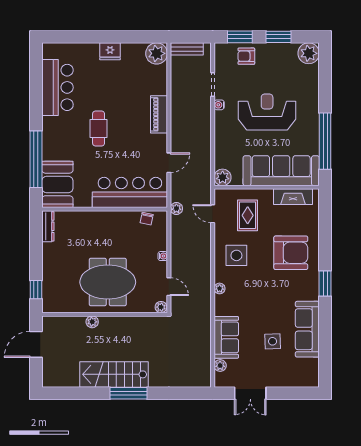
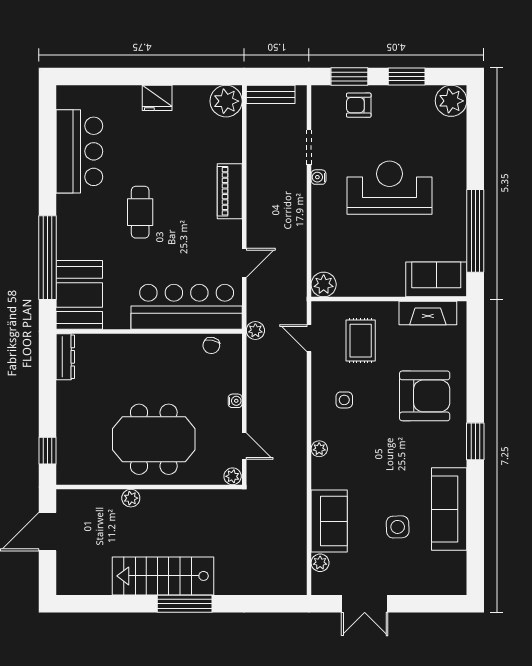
sofa: (281, 171) -> (436, 279), width x0.54, depth x0.79
side table: (236, 255) -> (344, 400), width x0.54, depth x0.54

